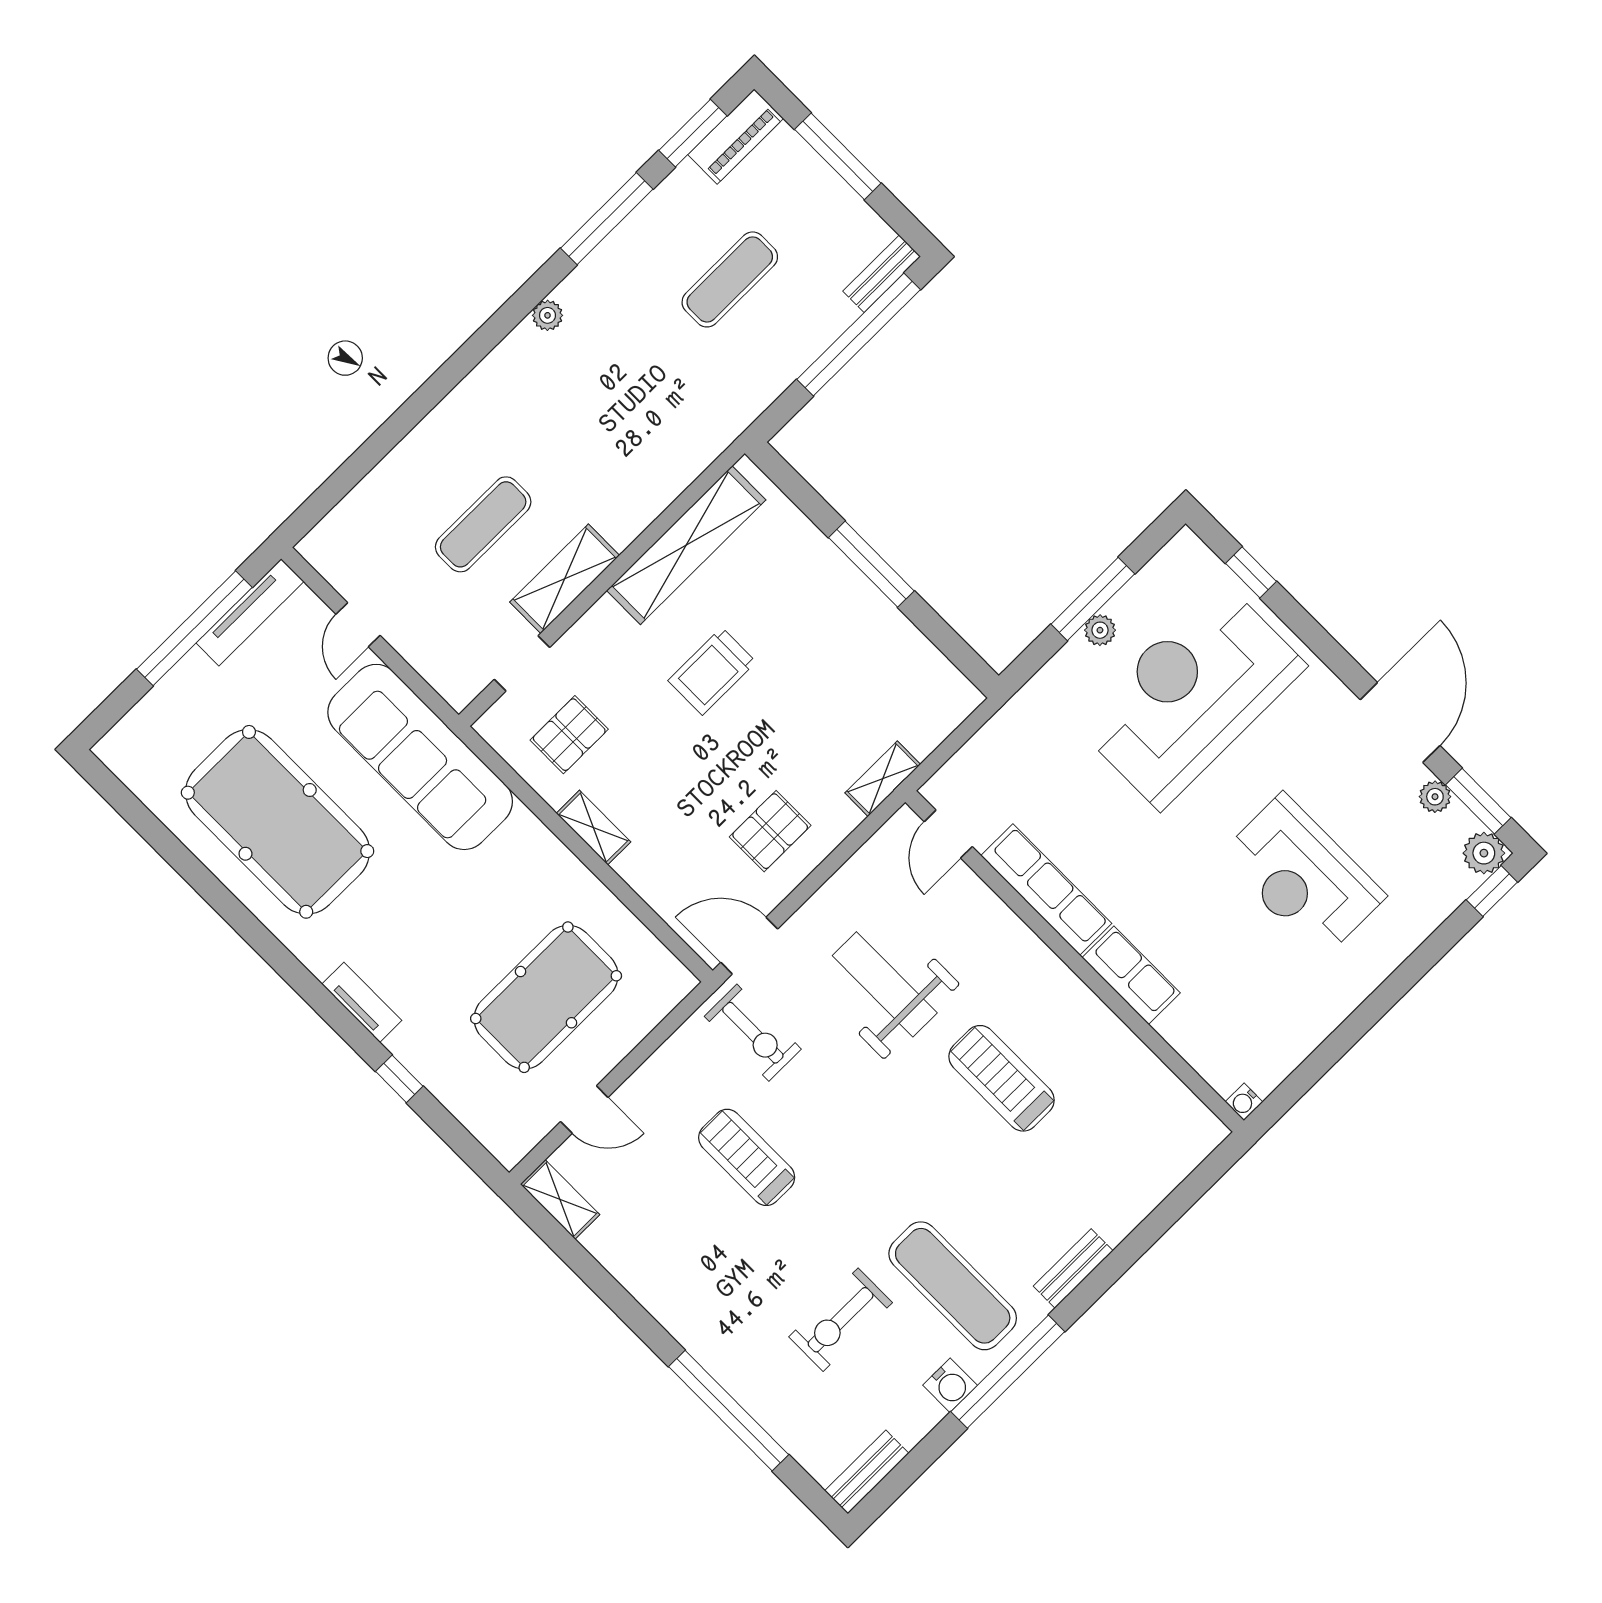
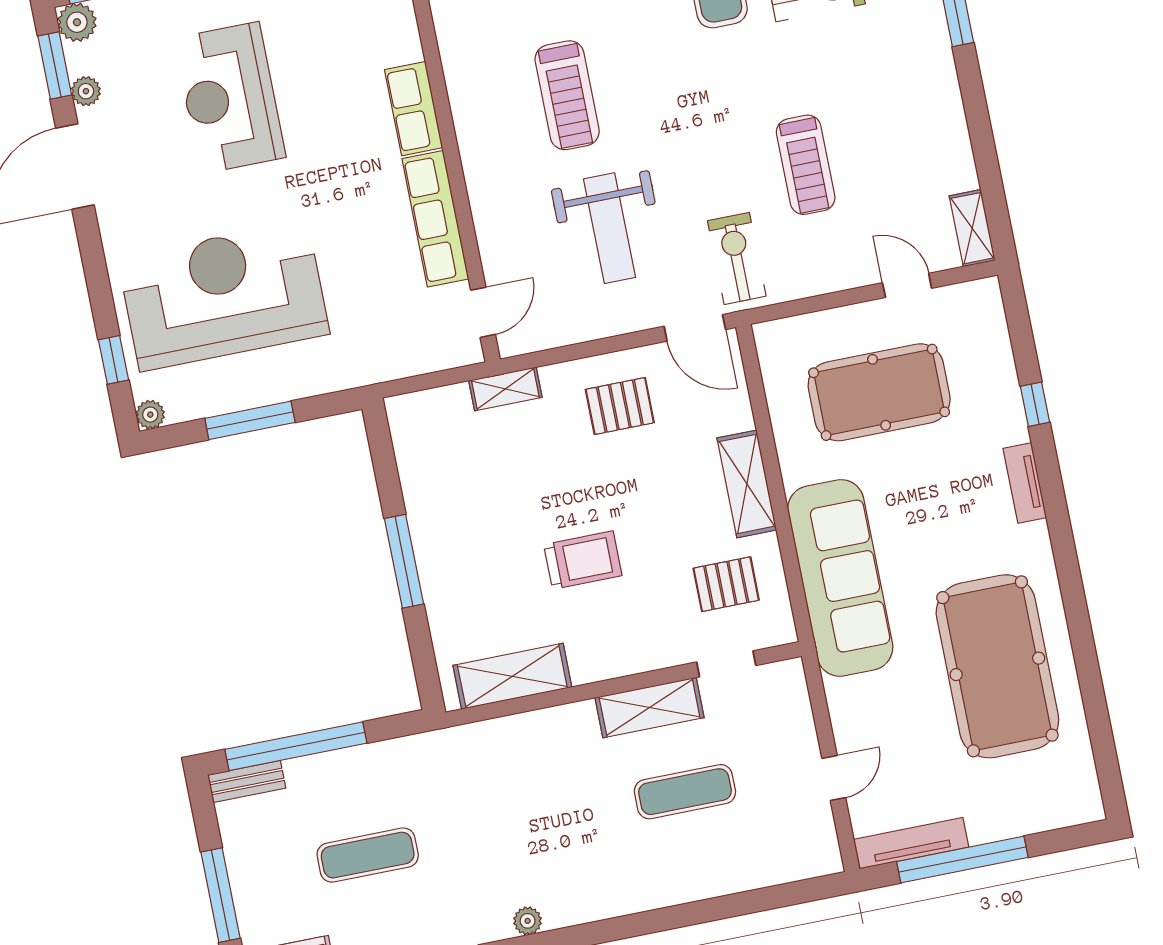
shelving: (686, 545) -> (512, 676), width x0.68
plant: (1100, 630) -> (150, 415), moved
reception desk: (1190, 695) -> (224, 296), turned 180
sofa: (420, 757) -> (840, 578), moved
shelving: (593, 828) -> (747, 484), width x1.50, depth x1.33
reception desk: (1302, 876) -> (230, 98), turned 180

